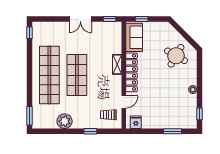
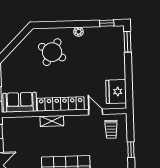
round table: (176, 56) -> (52, 52), moved
fridge: (136, 122) -> (116, 92), width x1.88, depth x1.34
window: (173, 131) -> (128, 42), moved

